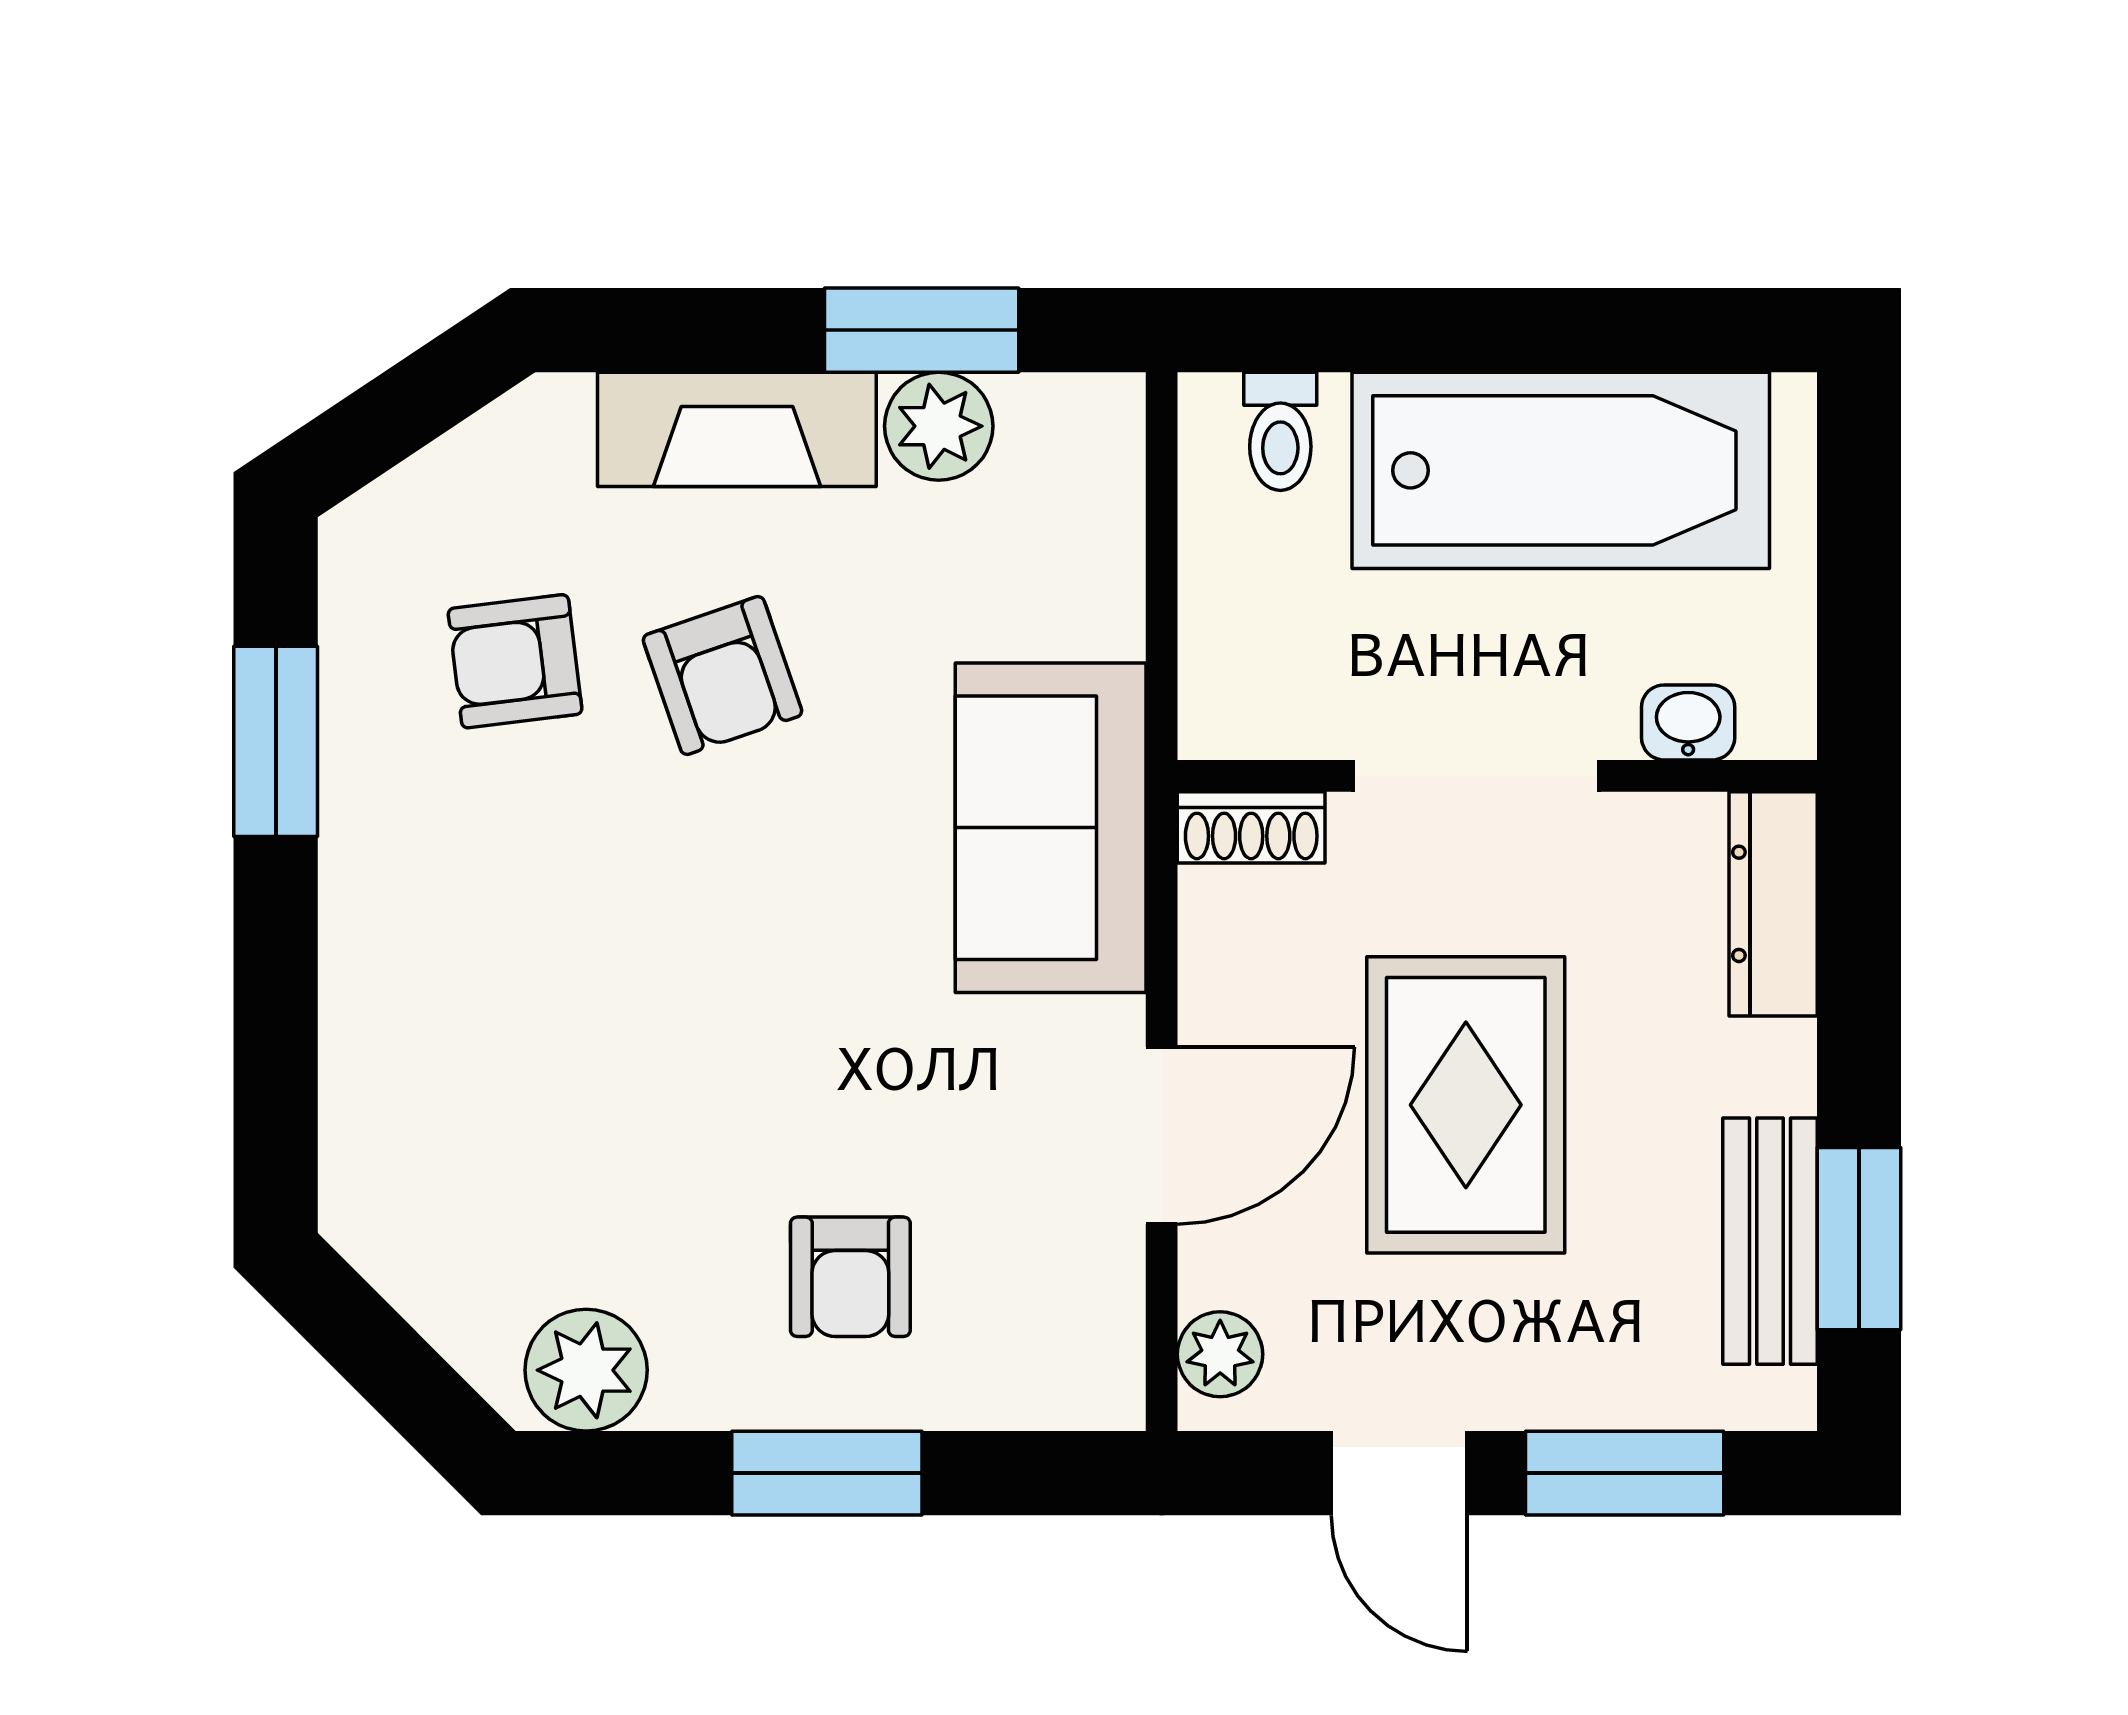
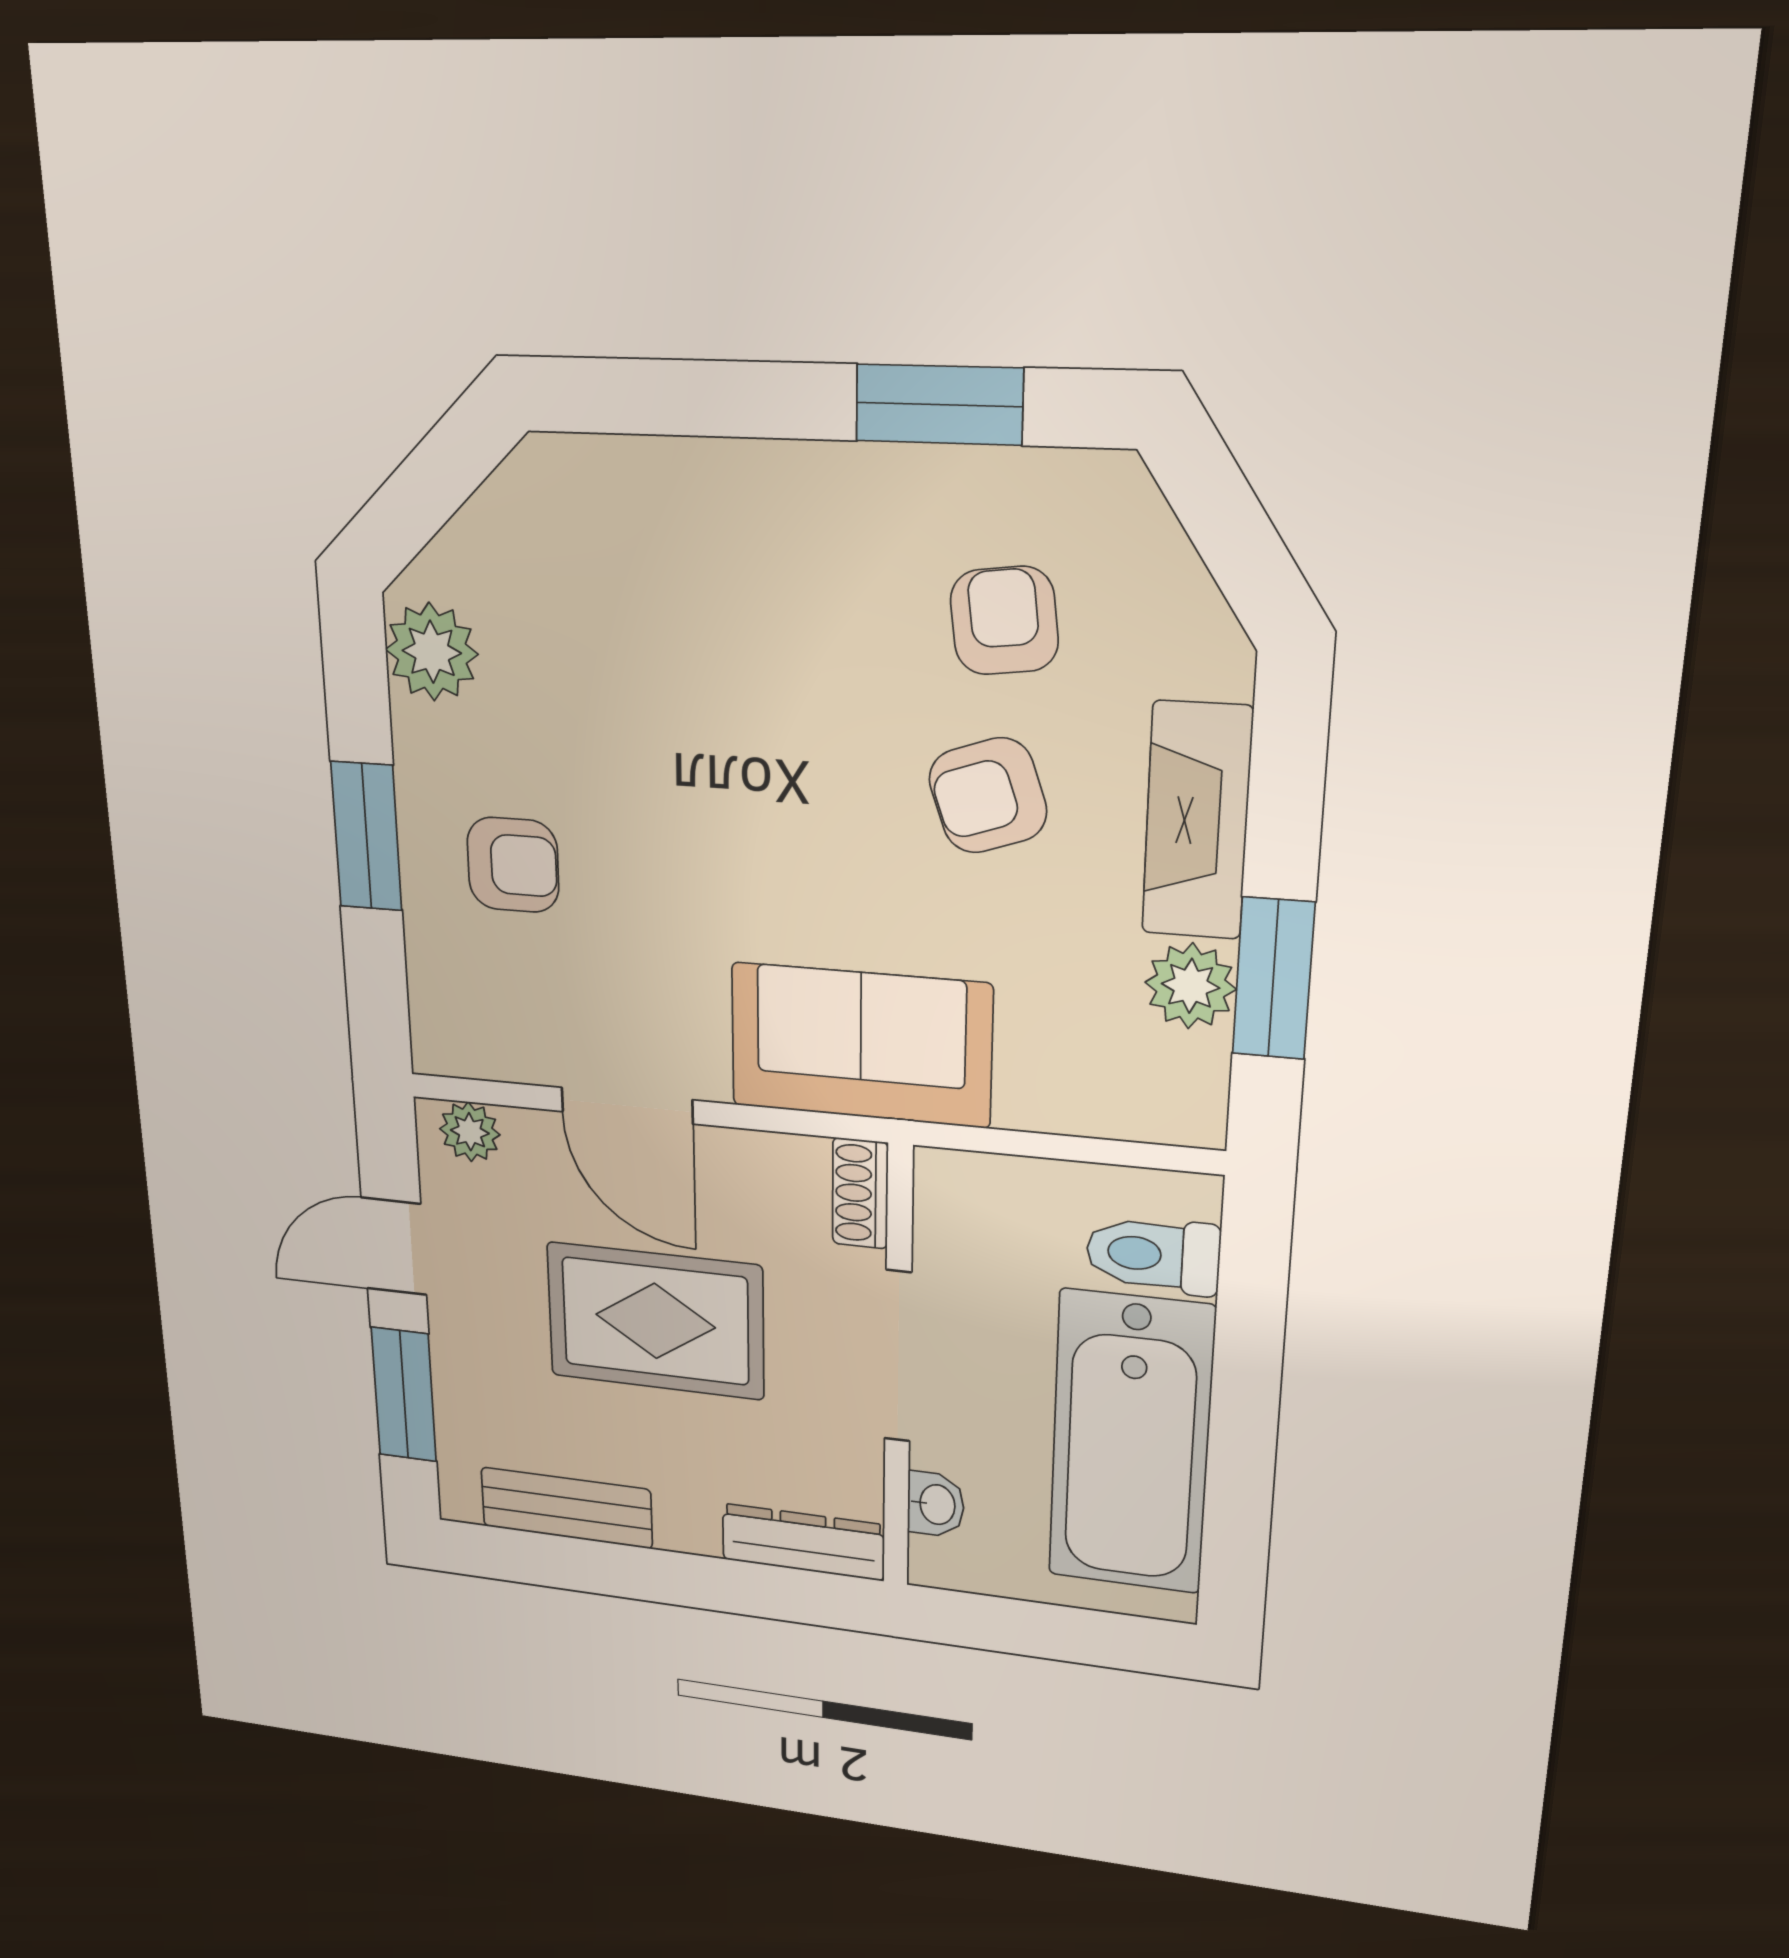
toilet: (1280, 431) -> (1153, 1255), width x1.37, depth x1.39
window: (1859, 1239) -> (571, 1564), removed
armchair: (850, 1277) -> (513, 865), turned 180

